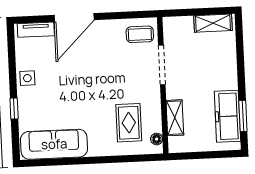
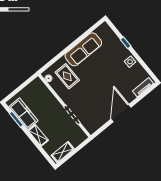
door: (74, 17) -> (121, 113), moved
coffee table: (140, 34) -> (93, 121), removed
shelving: (175, 118) -> (38, 135), moved
sofa: (54, 144) -> (83, 49), moved

